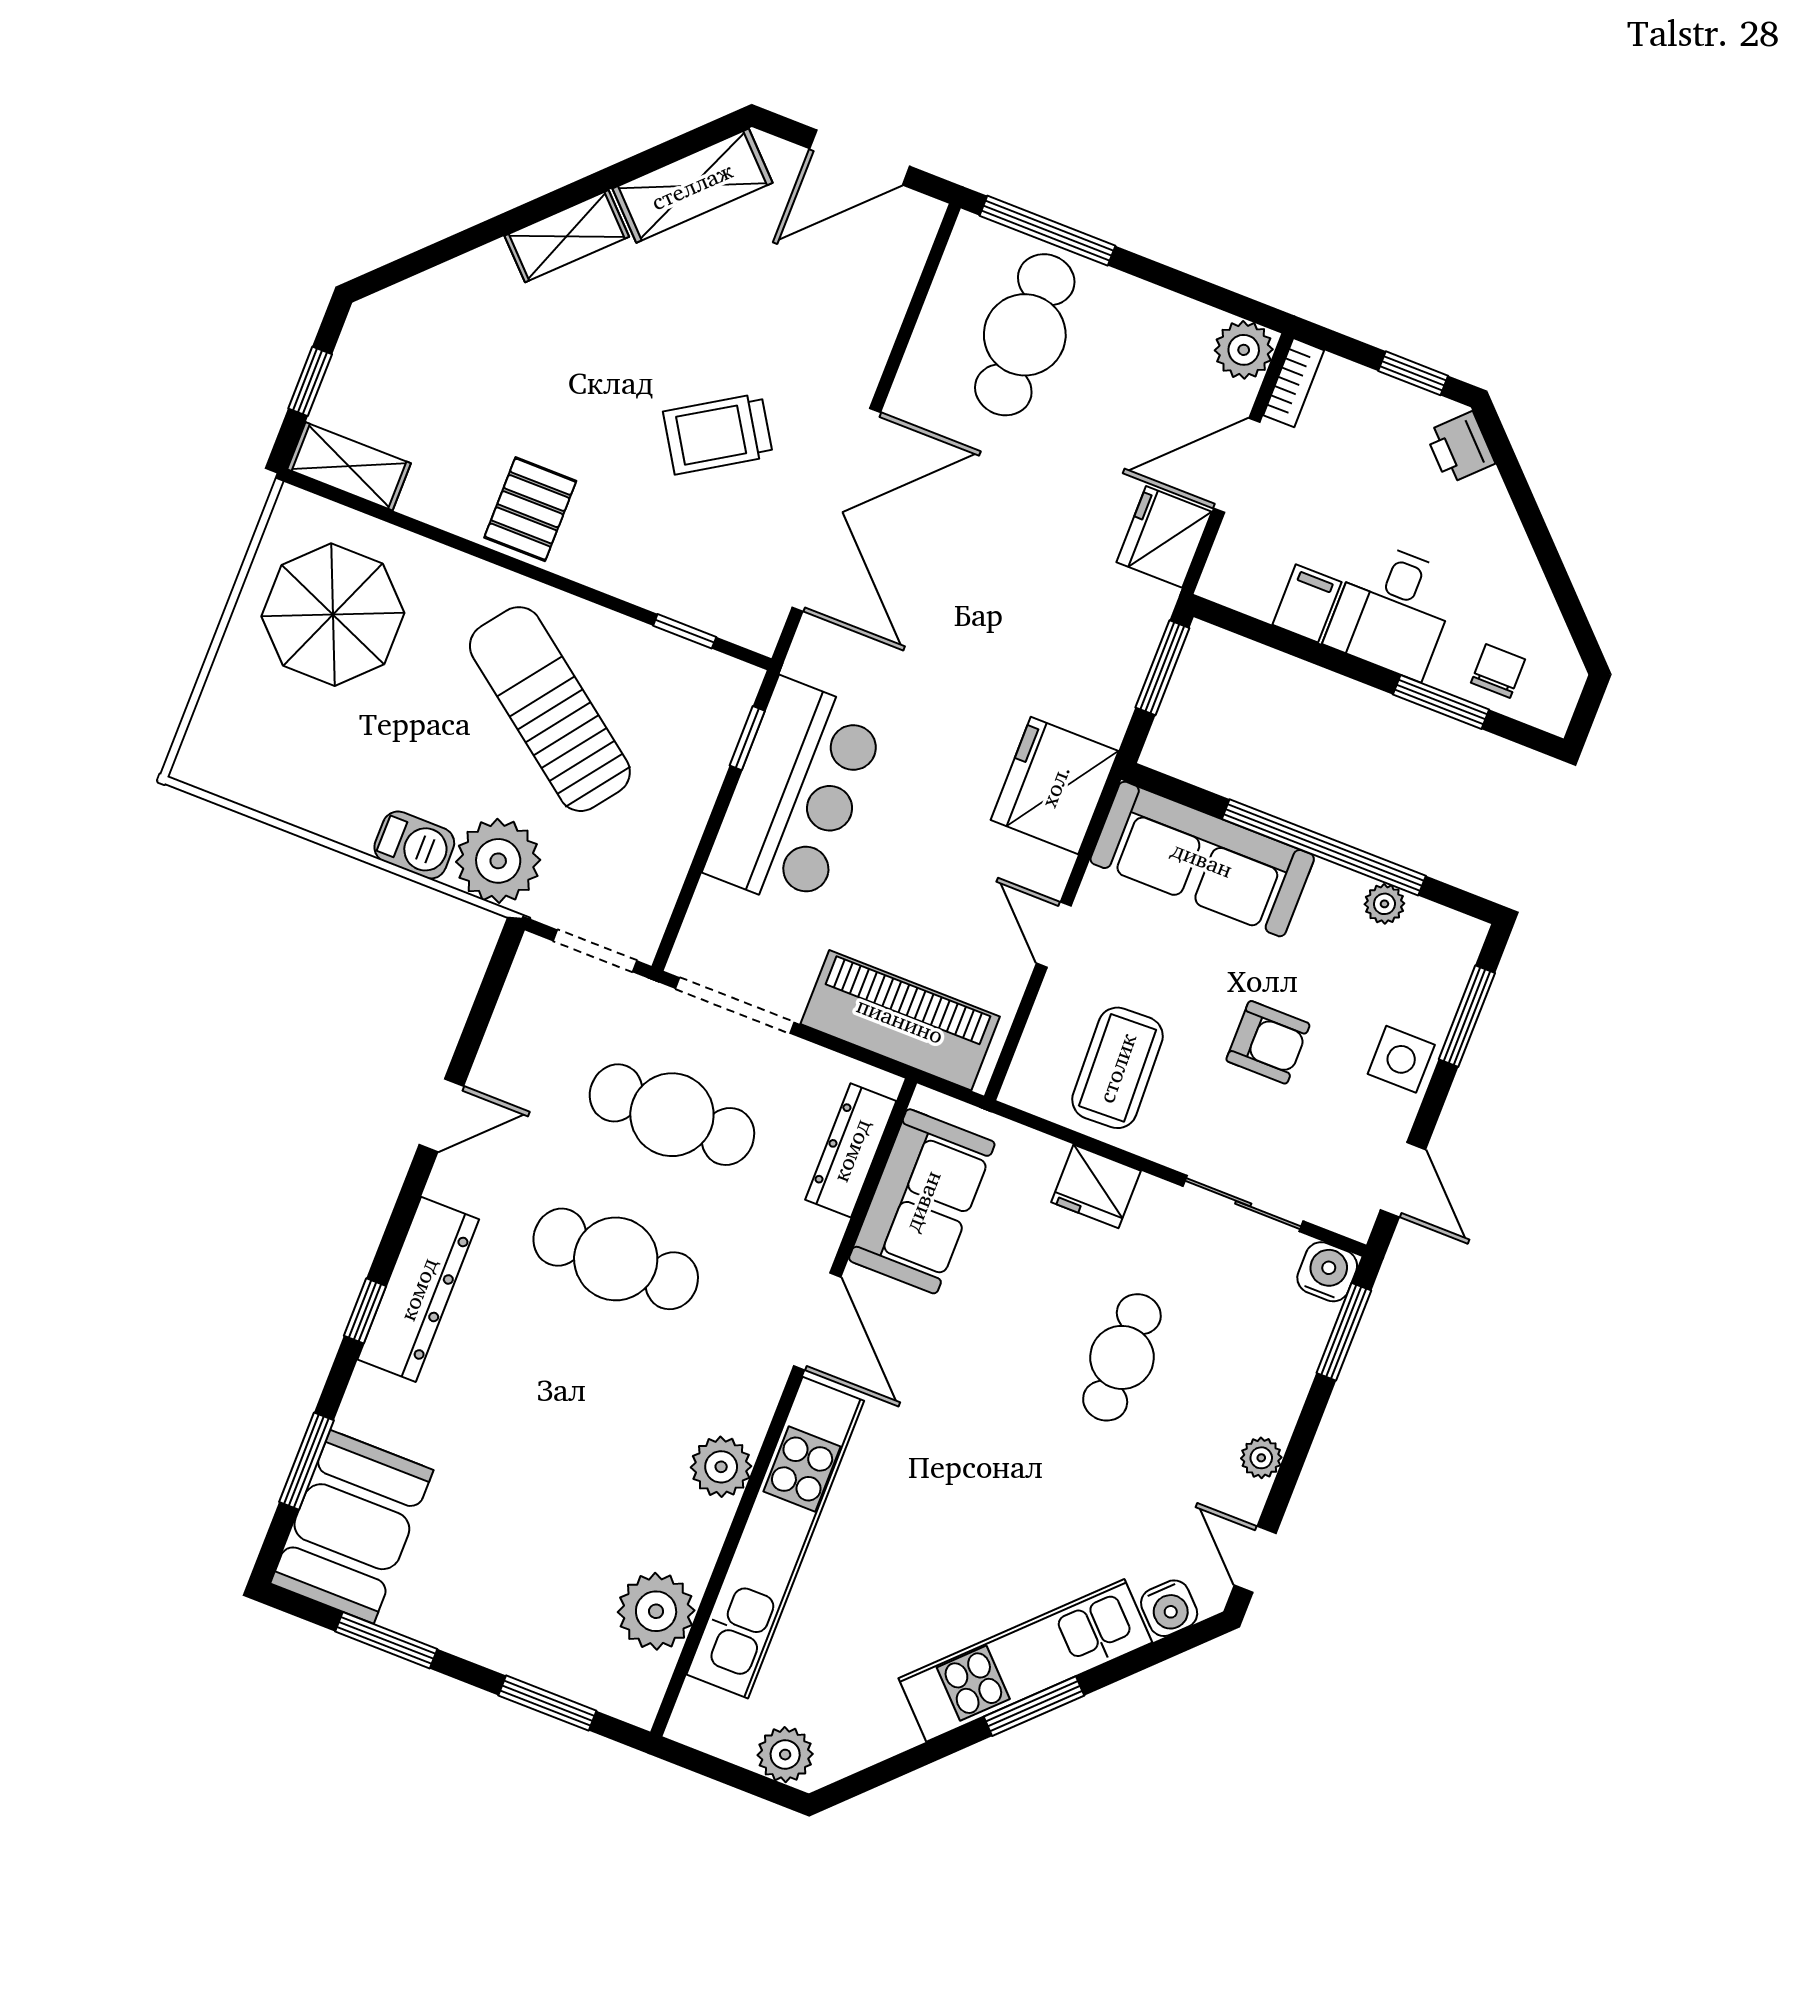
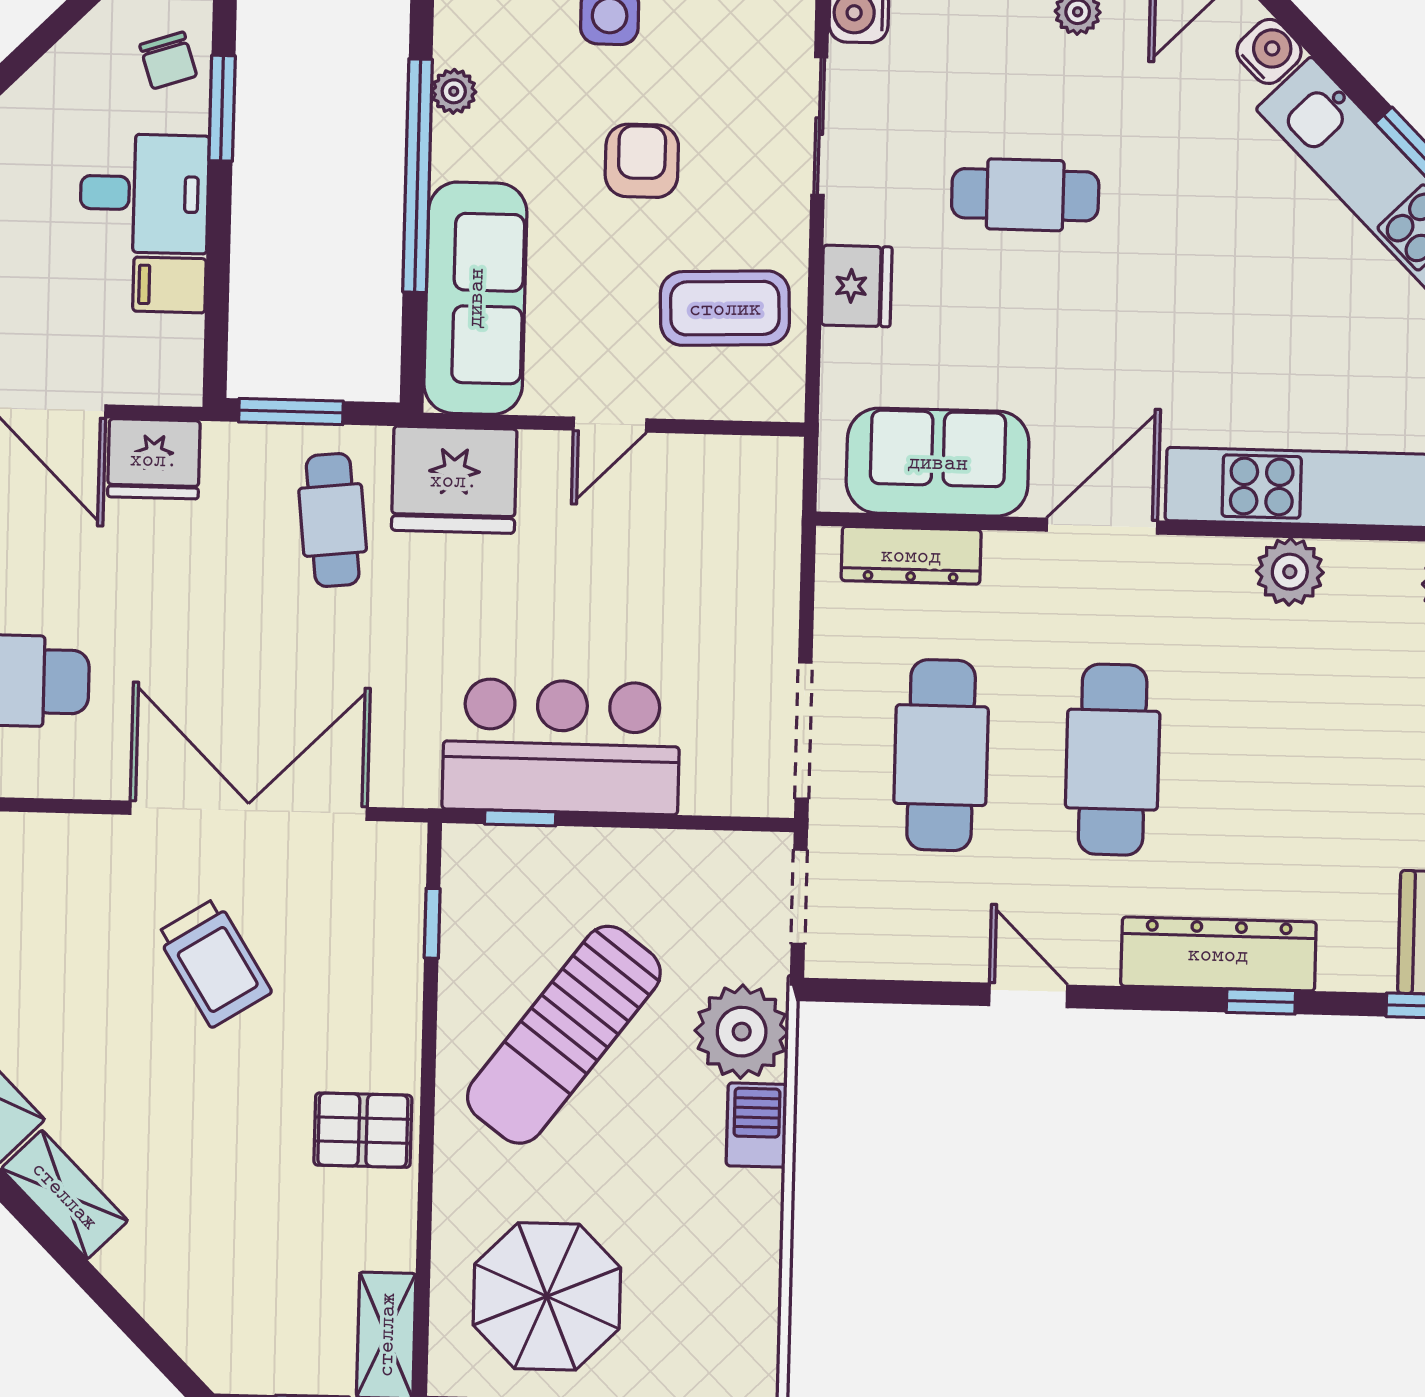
cafe table: (1058, 670) -> (333, 520), added
chair: (1498, 671) -> (168, 60), turned -108
piano: (900, 1020) -> (757, 553), removed

